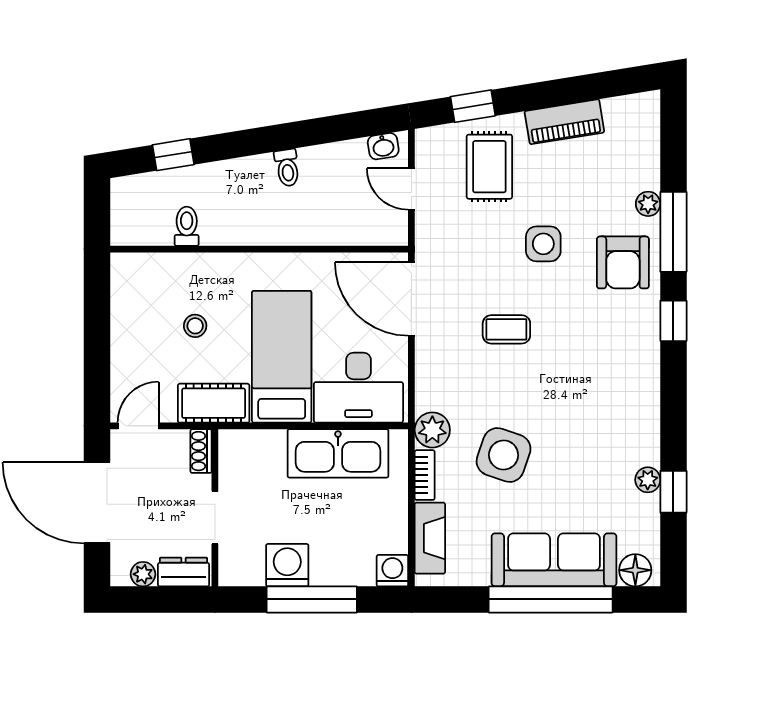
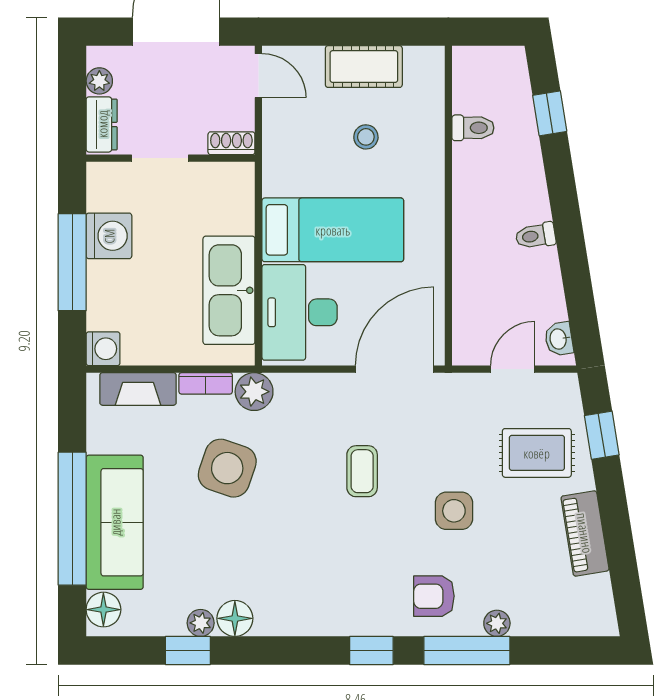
armchair: (623, 262) -> (434, 596), width x0.72, depth x0.72
cot: (214, 403) -> (364, 67), moved, turned 90
floor lamp: (644, 448) -> (235, 618), added

